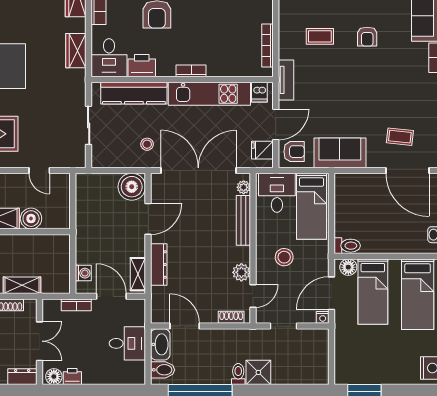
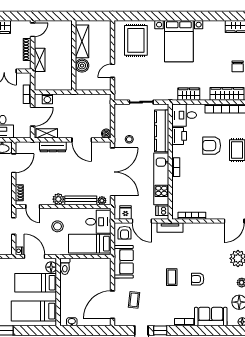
coffee table: (320, 36) -> (172, 277), moved
boiler: (132, 187) -> (106, 134), width x0.54, depth x0.54
plant: (241, 272) -> (58, 199), moved

